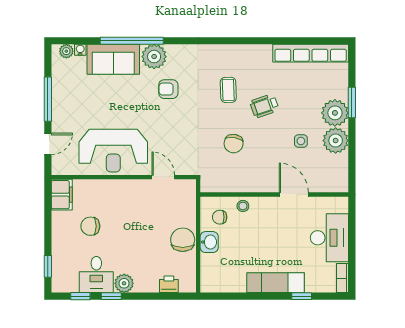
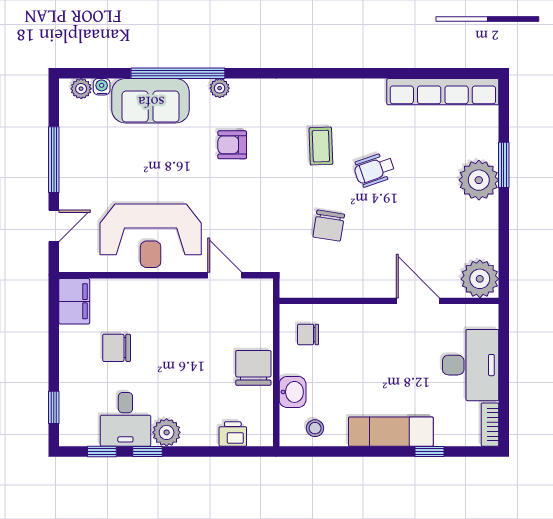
plant: (154, 57) -> (220, 88), width x0.53, depth x0.53
side table: (301, 141) -> (428, 222), removed
plant: (336, 141) -> (480, 279), moved
stool: (243, 206) -> (315, 428), moved
washbasin: (209, 242) -> (293, 392), moved

